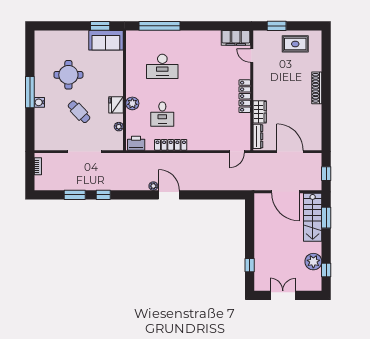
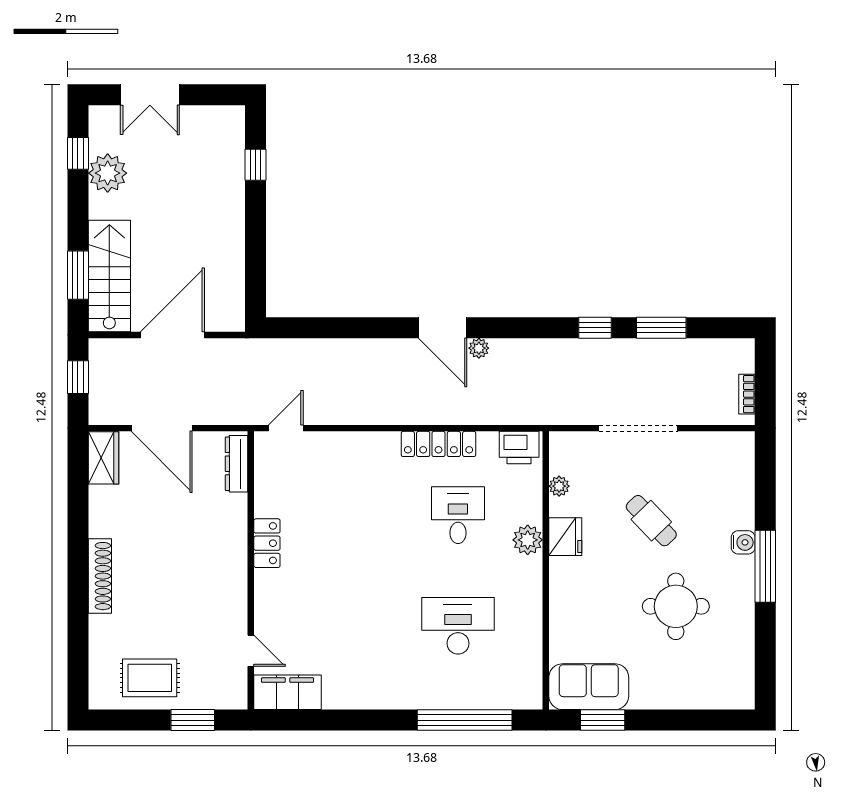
locker: (245, 96) -> (267, 543), width x0.66
wardrobe: (260, 112) -> (103, 458), moved, turned 180
door: (285, 192) -> (172, 335), hinge flipped
double door: (283, 295) -> (150, 95), moved

